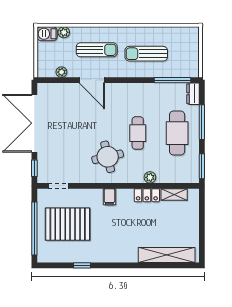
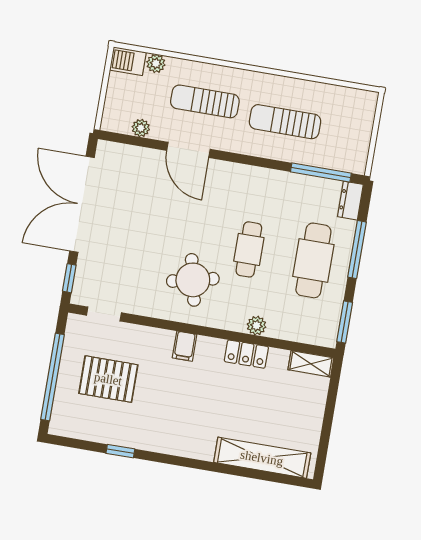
sun lounger: (97, 50) -> (205, 101), turned 180
shelving: (174, 194) -> (311, 364), moved
pallet: (68, 224) -> (108, 379), width x0.73, depth x0.71

